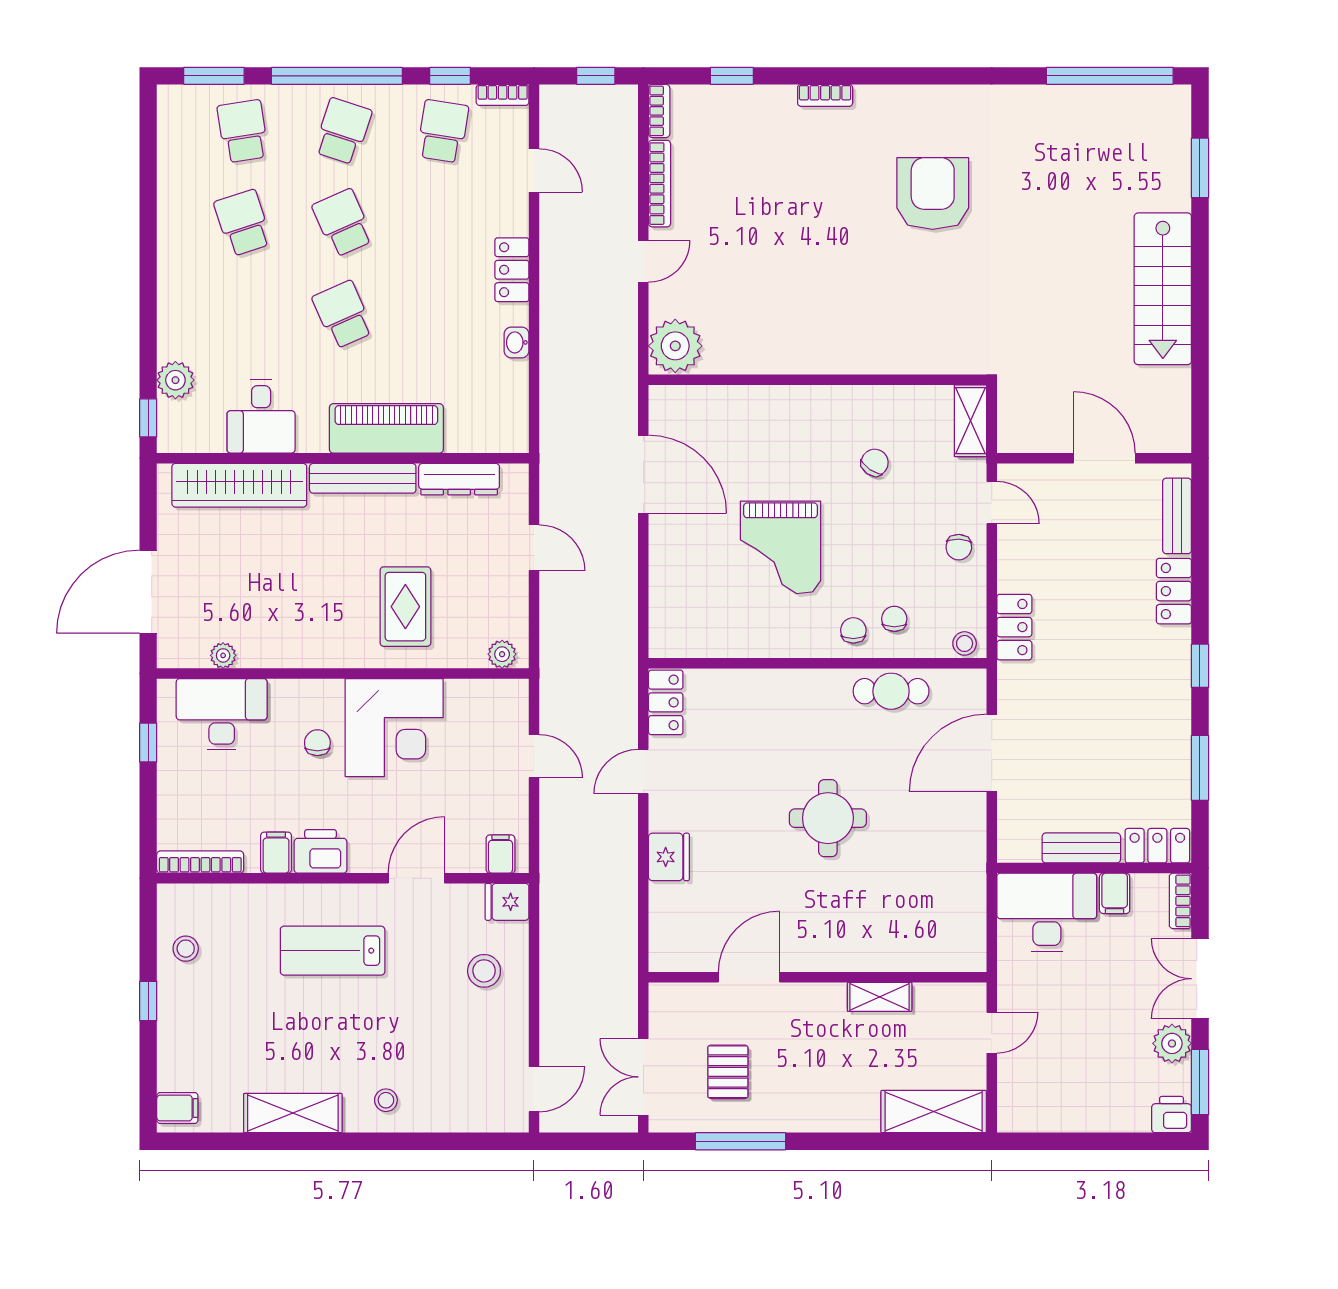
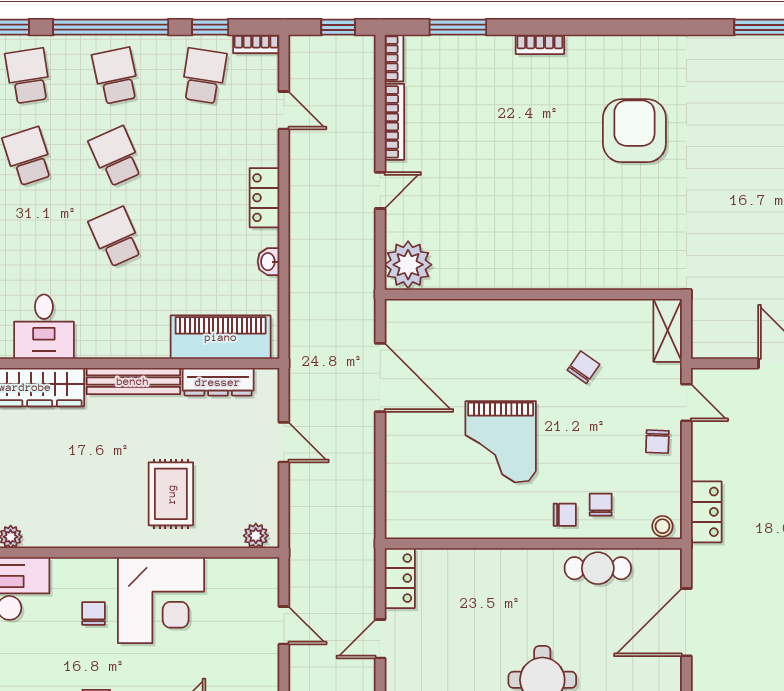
window: (732, 76) -> (458, 27), width x1.50
school desk: (343, 131) -> (116, 76), turned -30
piano: (386, 428) -> (221, 337), moved
chair: (853, 630) -> (565, 515), turned 90

